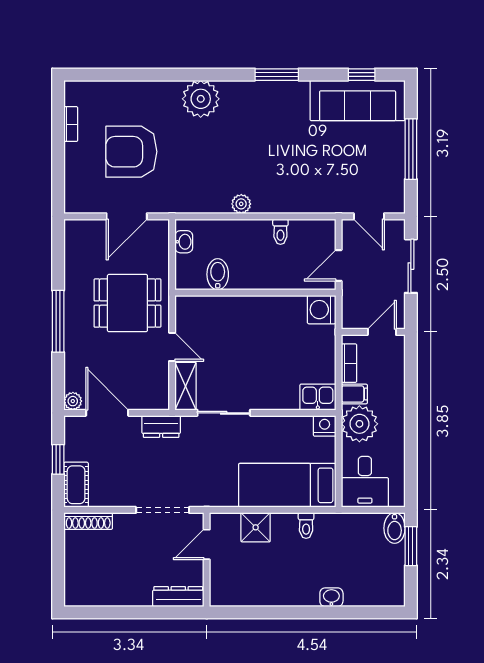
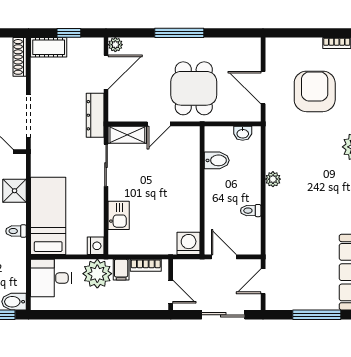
kitchen sink: (318, 397) -> (119, 215), moved
dresser: (161, 427) -> (95, 115), width x1.44

